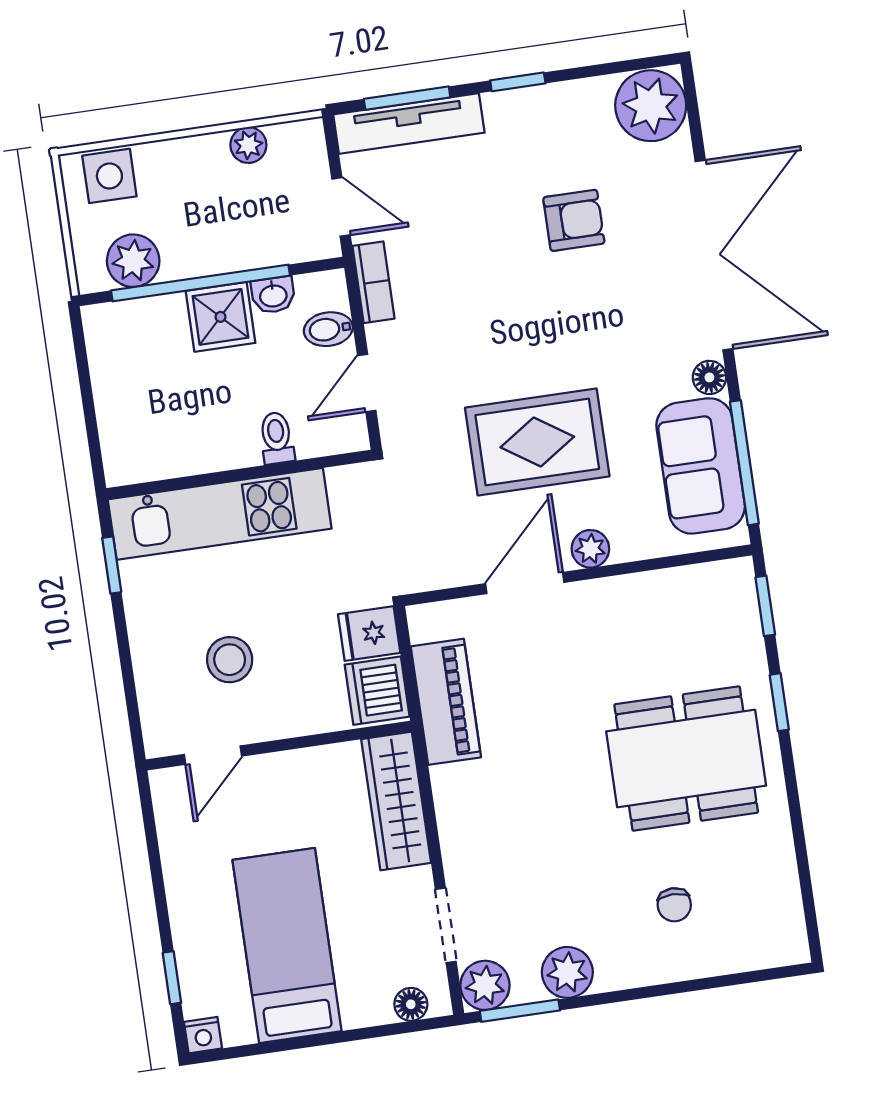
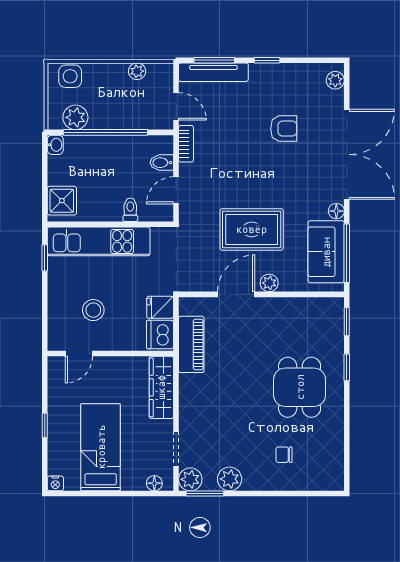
plant: (651, 106) -> (335, 80), width x0.53, depth x0.53
washbasin: (273, 295) -> (55, 145), moved, turned -90
shower: (221, 317) -> (62, 201), moved
dining table: (686, 758) -> (300, 387), width x0.73
chair: (674, 905) -> (284, 455), turned 90
window: (172, 978) -> (45, 425), moved

